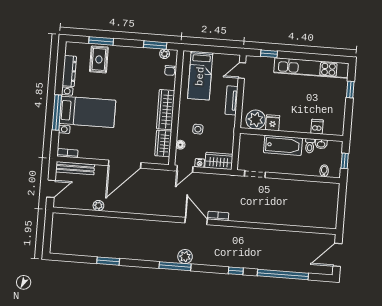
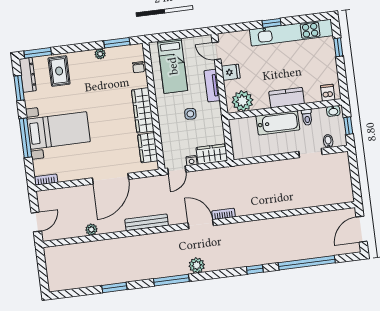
window: (101, 41) -> (38, 53), moved
plant: (165, 54) -> (100, 54), moved
window: (269, 54) -> (272, 23), moved
window: (60, 67) -> (19, 88), added
door: (242, 70) -> (217, 51), hinge flipped
dresser: (69, 71) -> (28, 75), moved
fridge: (273, 123) -> (231, 72), moved, turned 90
kitchen counter: (295, 125) -> (287, 98), added
dishwasher: (317, 127) -> (328, 93), moved
side table: (198, 129) -> (190, 114), moved
washbasin: (321, 144) -> (333, 111), moved
floor lamp: (180, 145) -> (166, 145), removed
bench: (75, 168) -> (147, 222), moved
doorway: (255, 174) -> (310, 153), moved
window: (175, 266) -> (171, 280), moved

